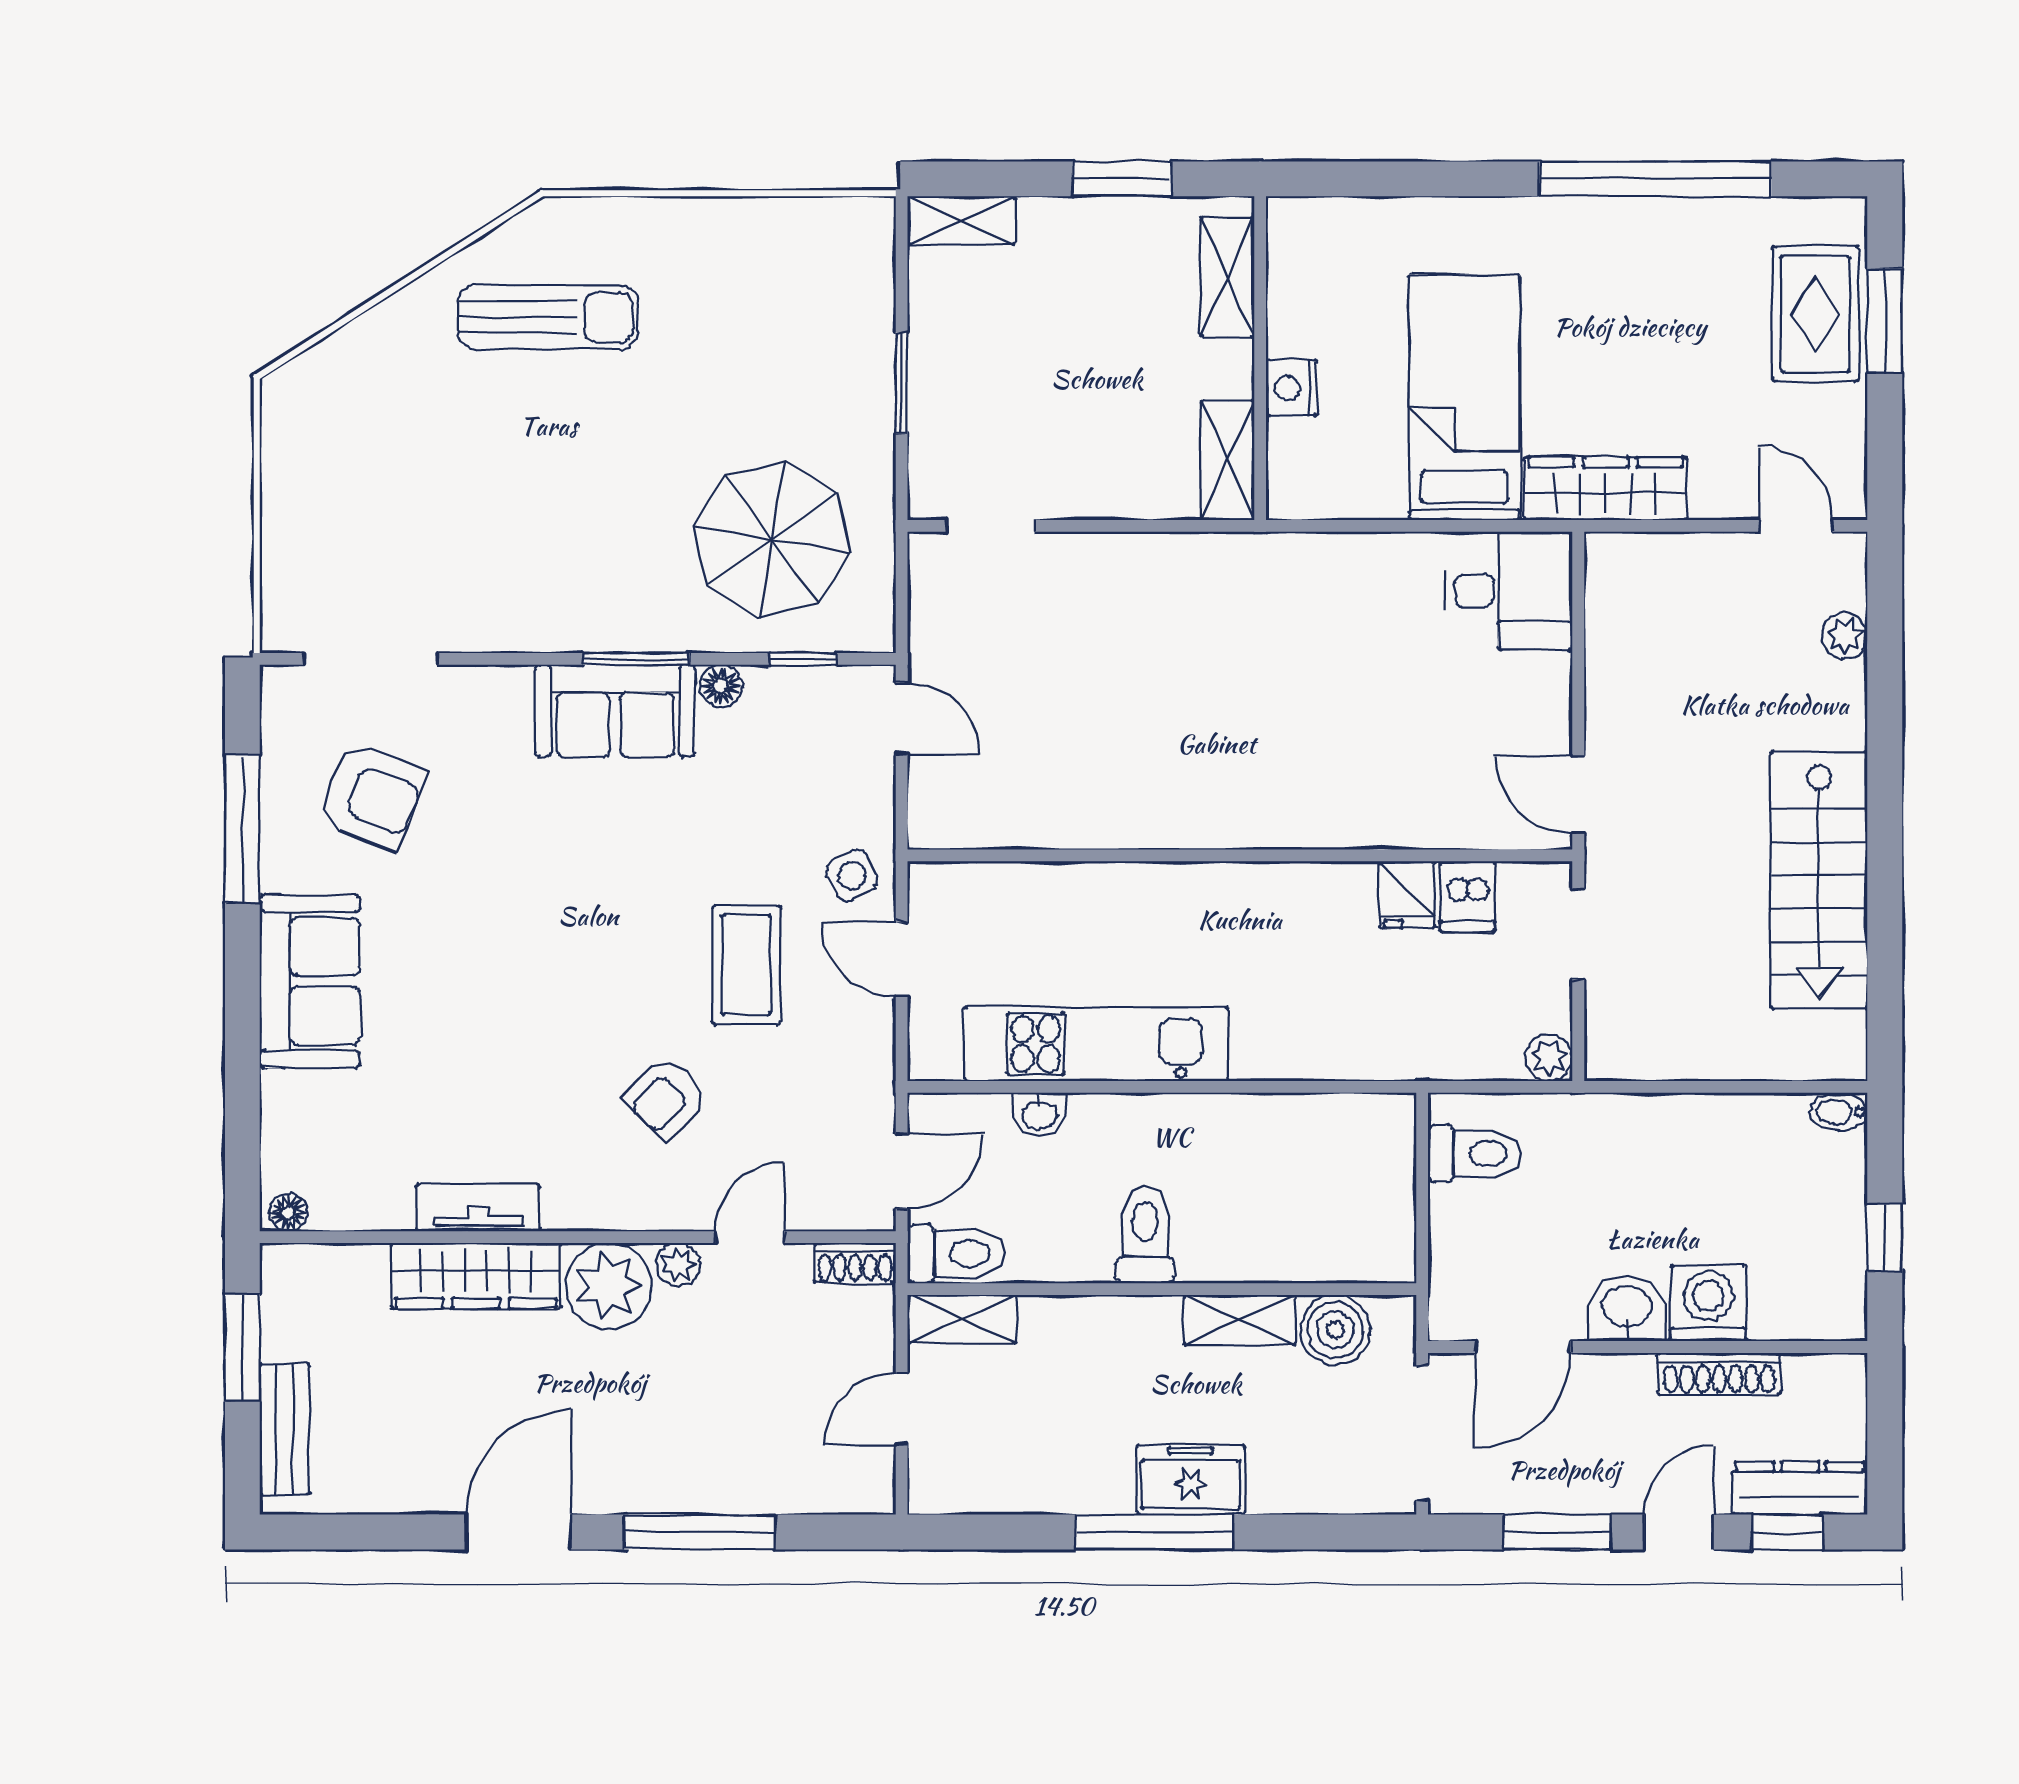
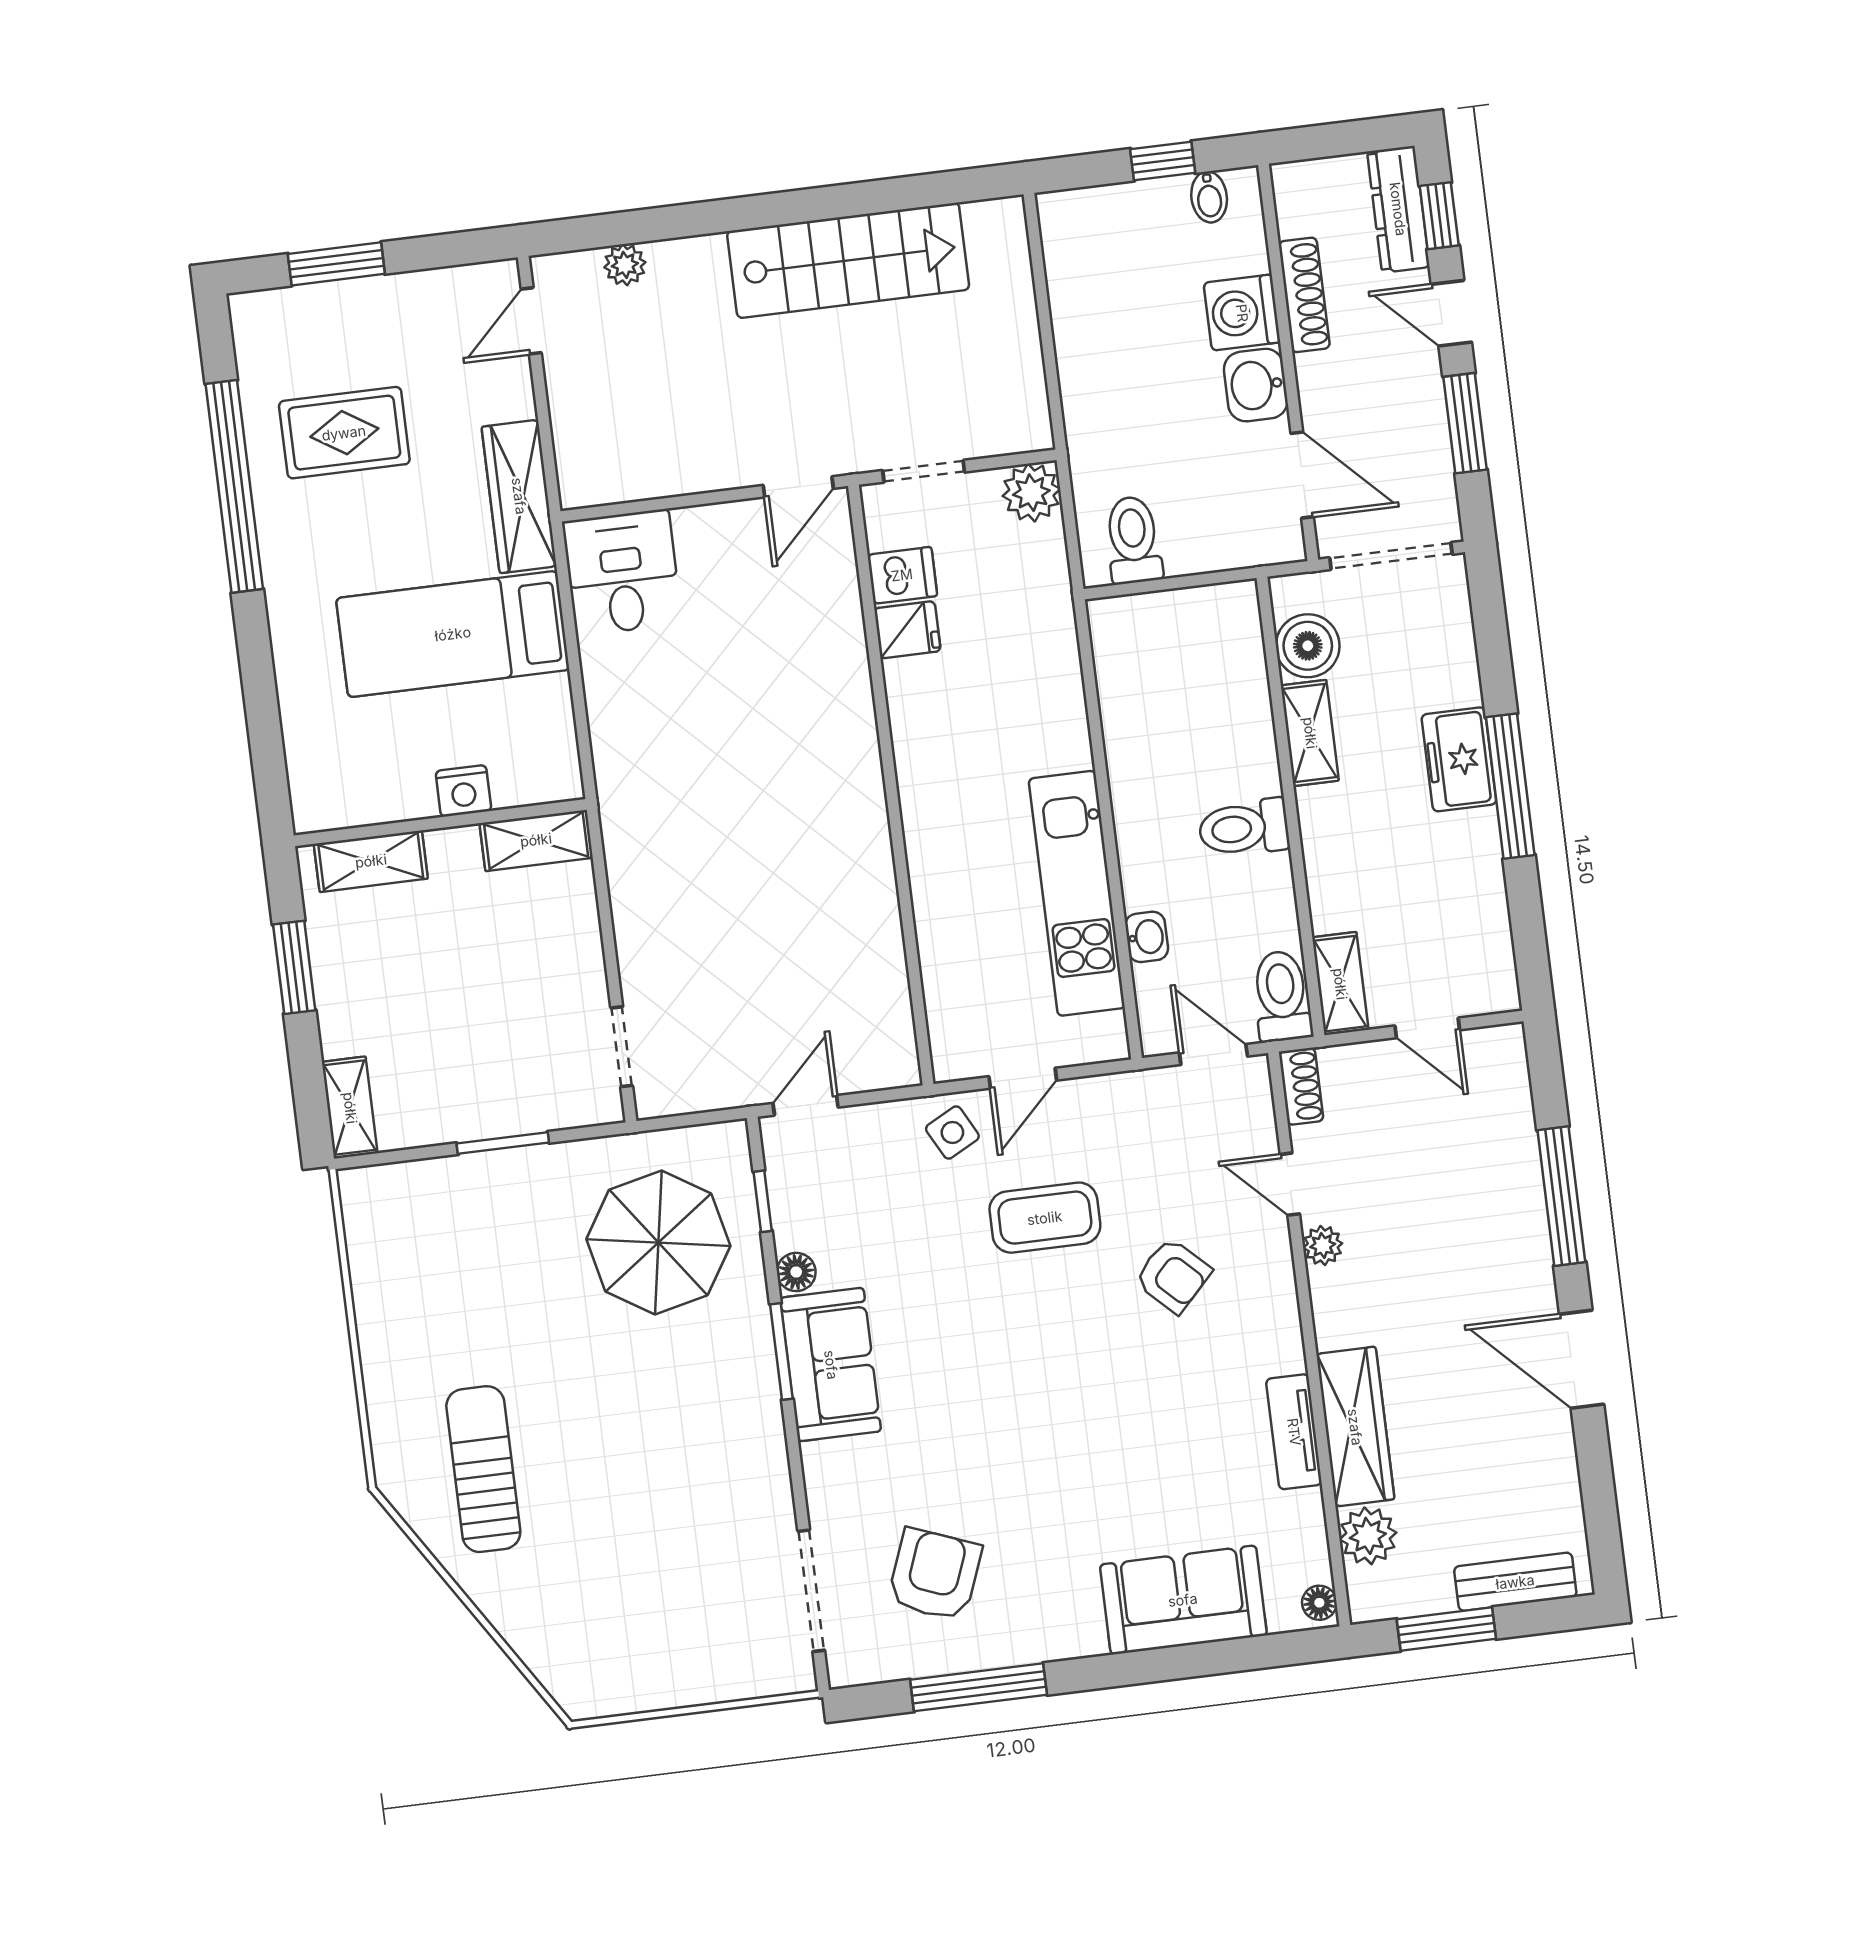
rug: (1816, 314) -> (344, 433), moved
sofa: (310, 981) -> (1183, 1600), moved
plant: (1549, 1058) -> (1031, 493), width x1.38, depth x1.38
bidet: (1839, 1112) -> (1209, 197), moved
plant: (609, 1286) -> (1368, 1536), moved, width x0.73, depth x0.73

